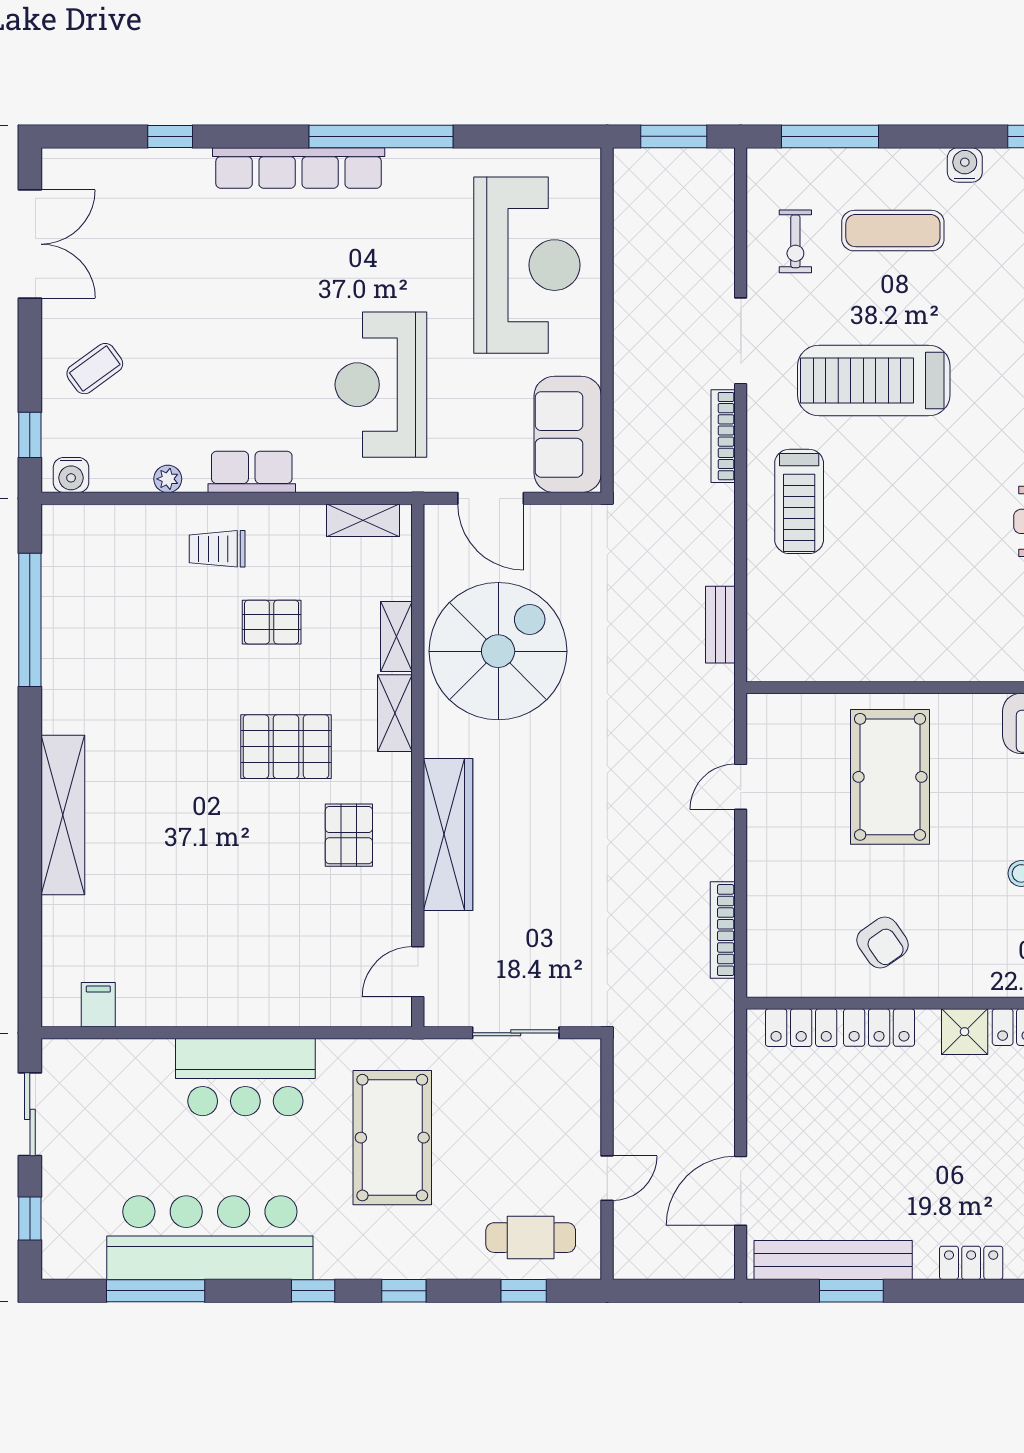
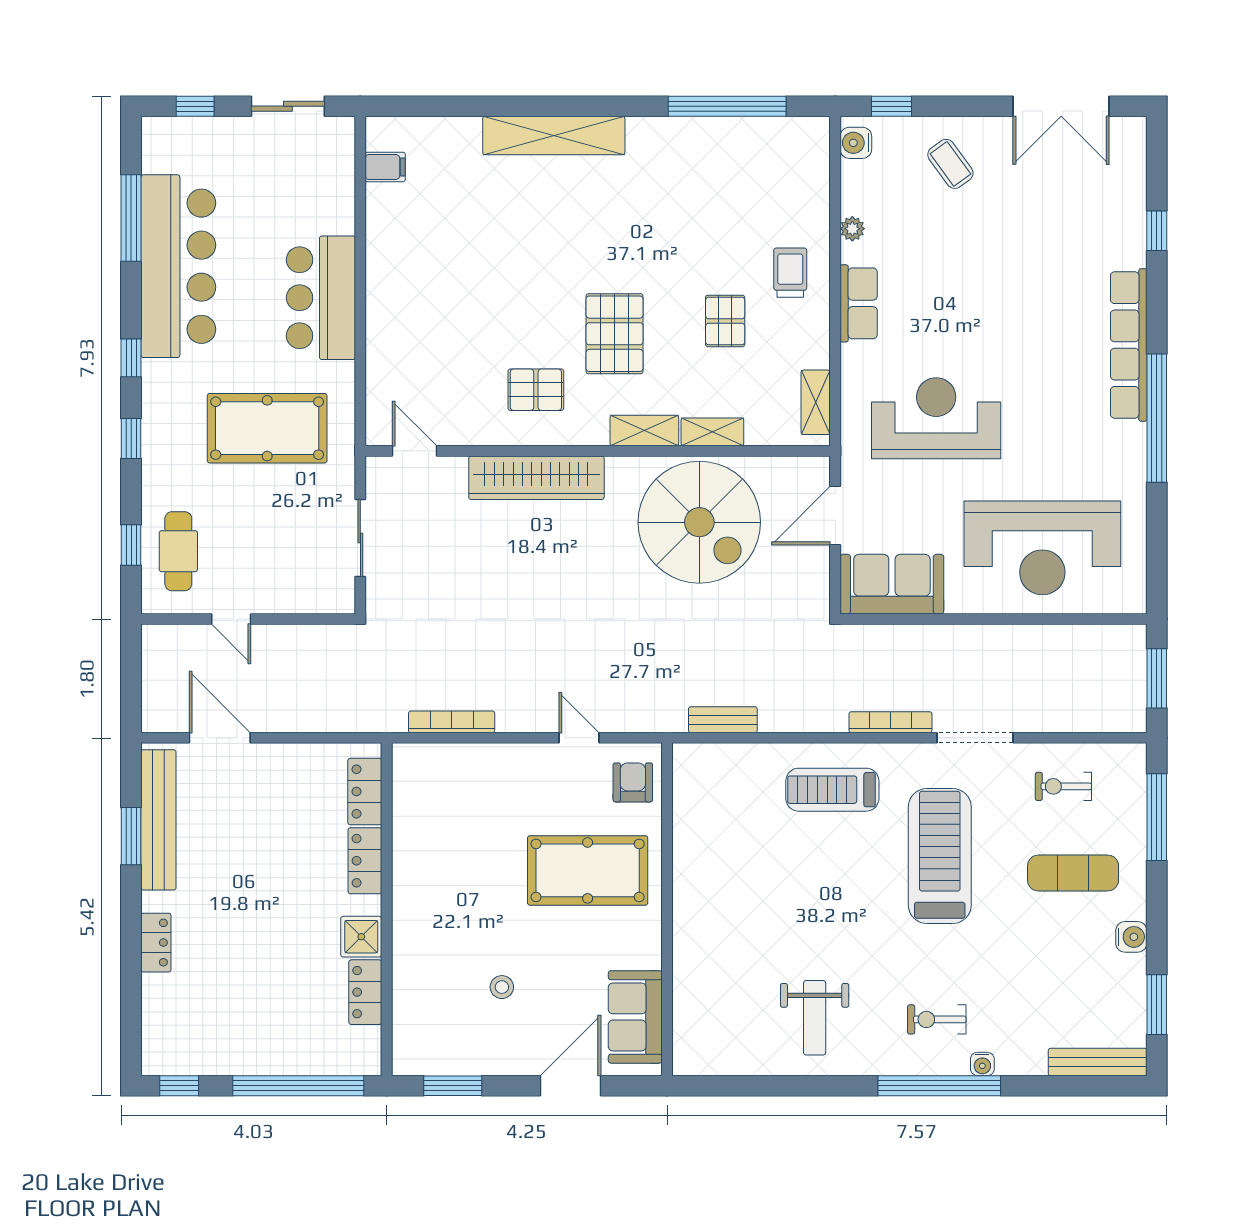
exercise mat: (893, 231) -> (1073, 873), turned 90
armchair: (882, 943) -> (633, 782), moved, turned 125

